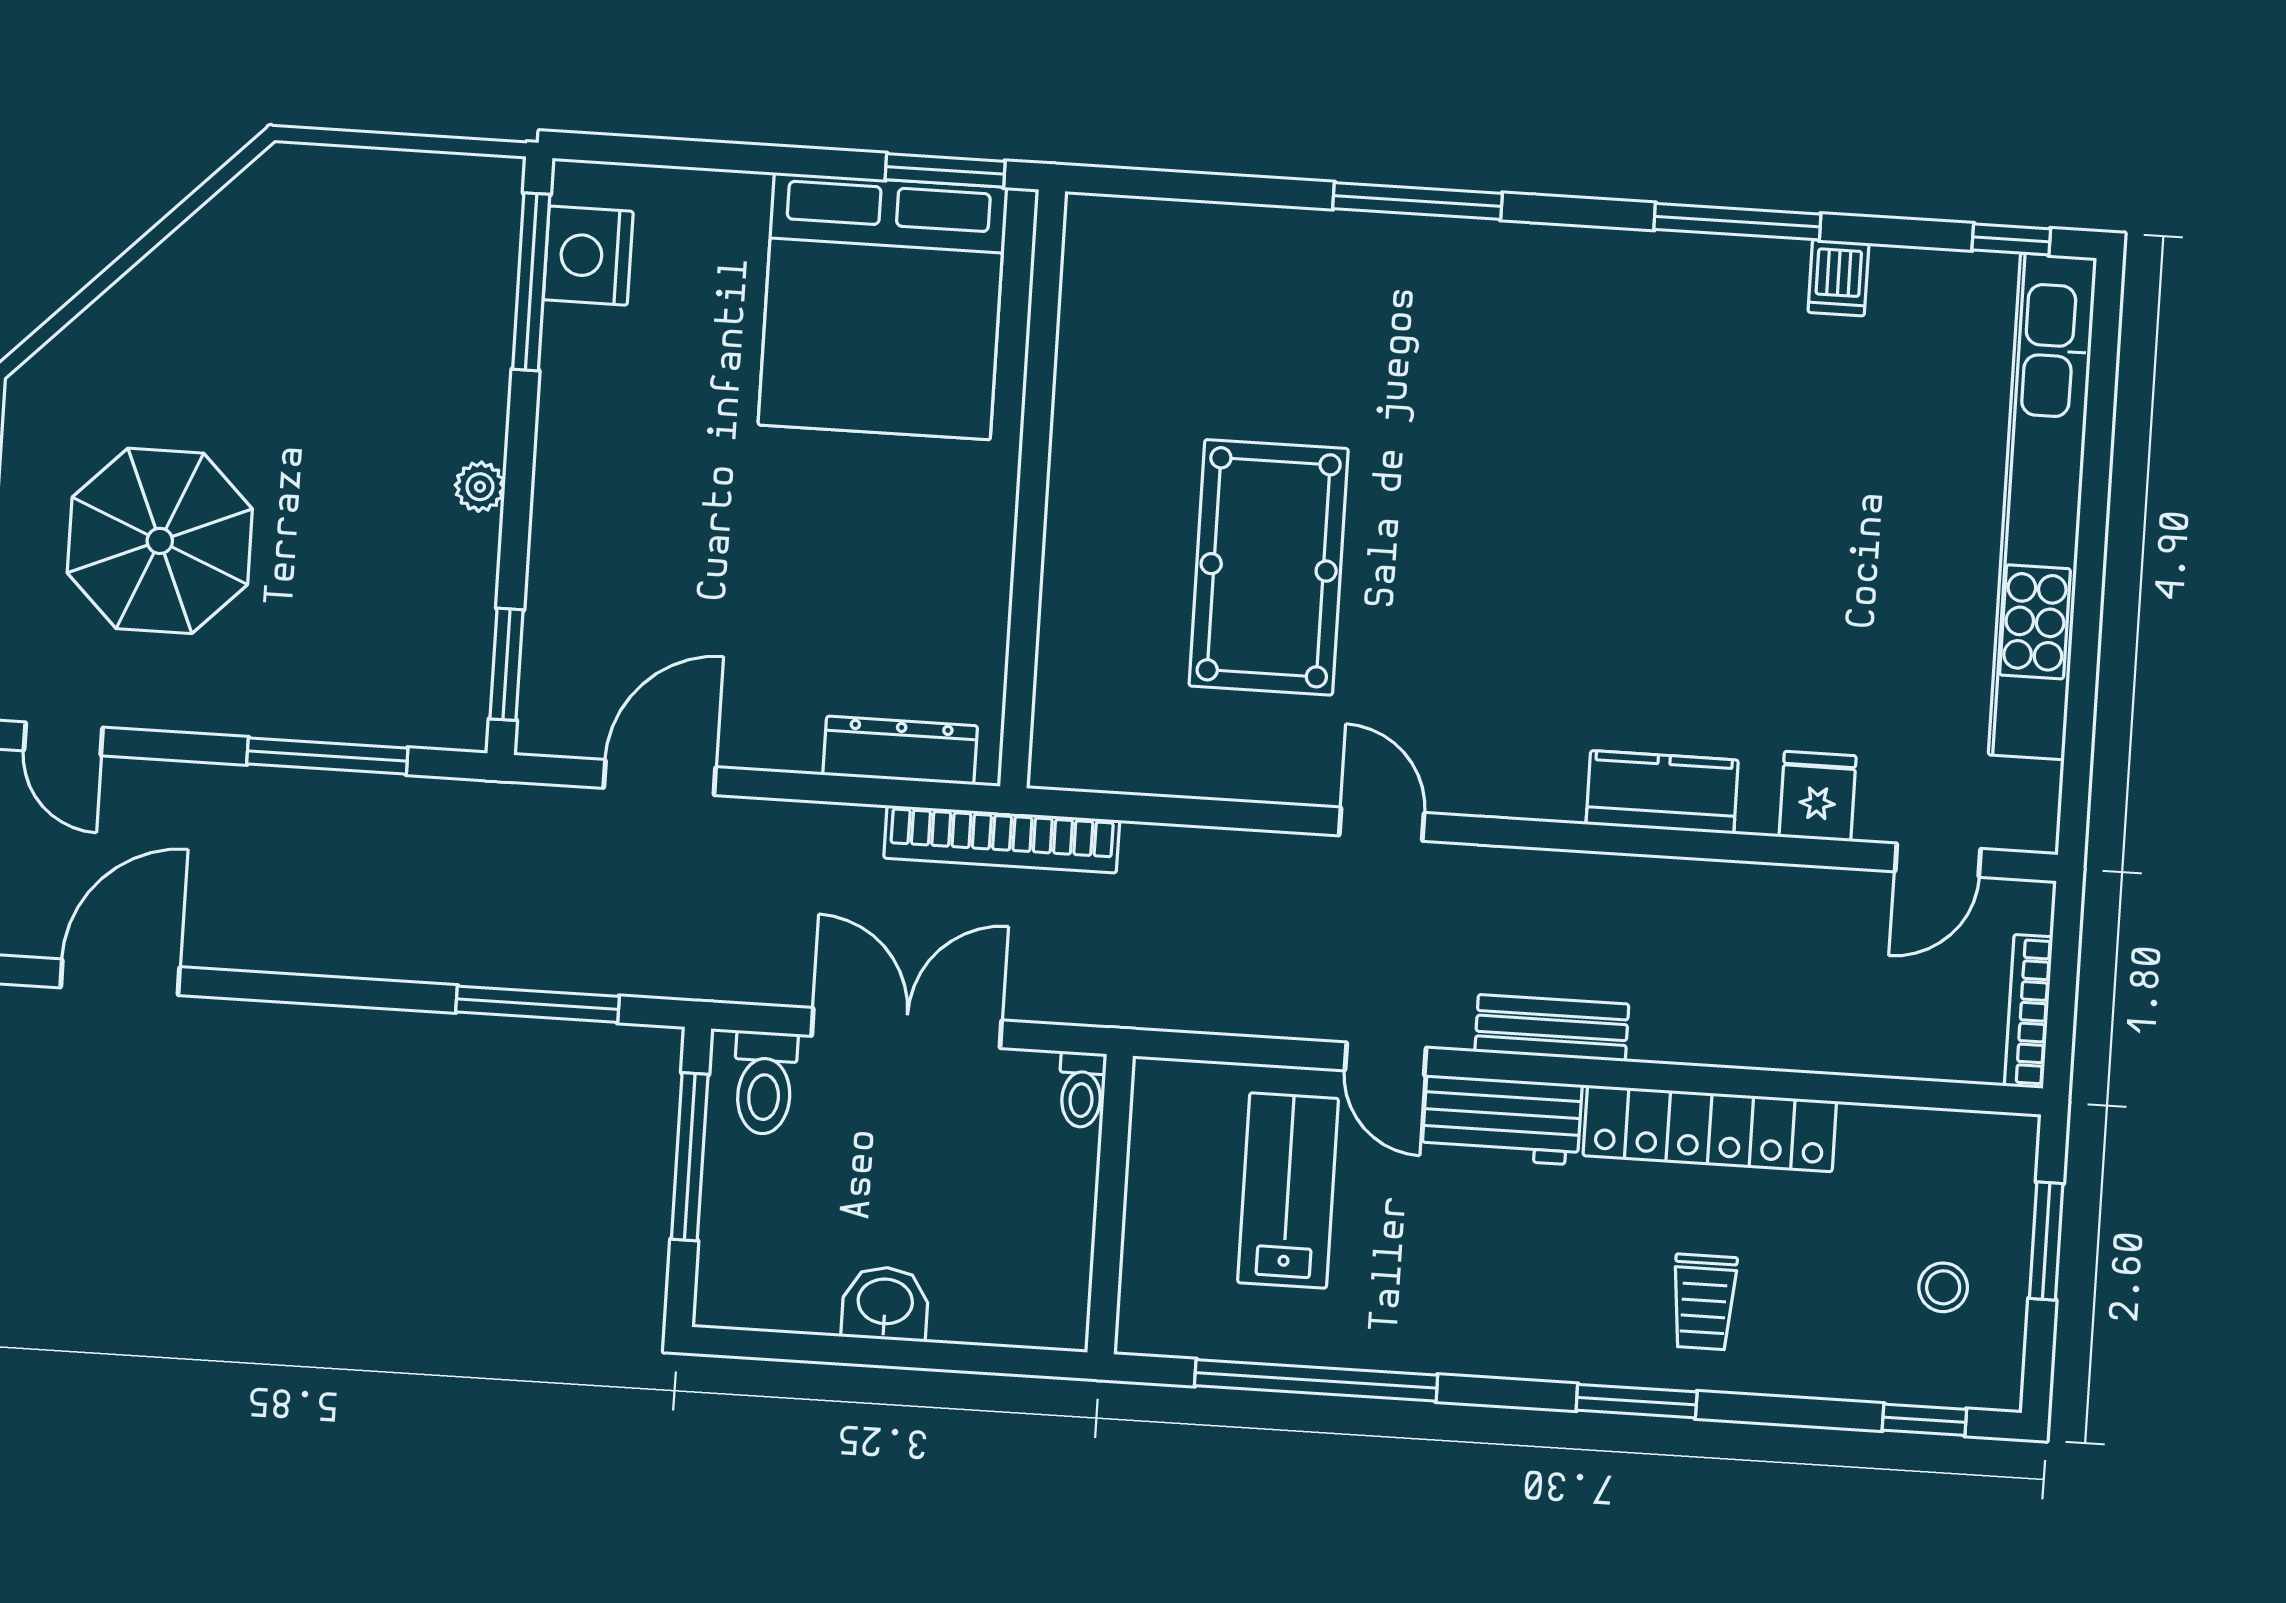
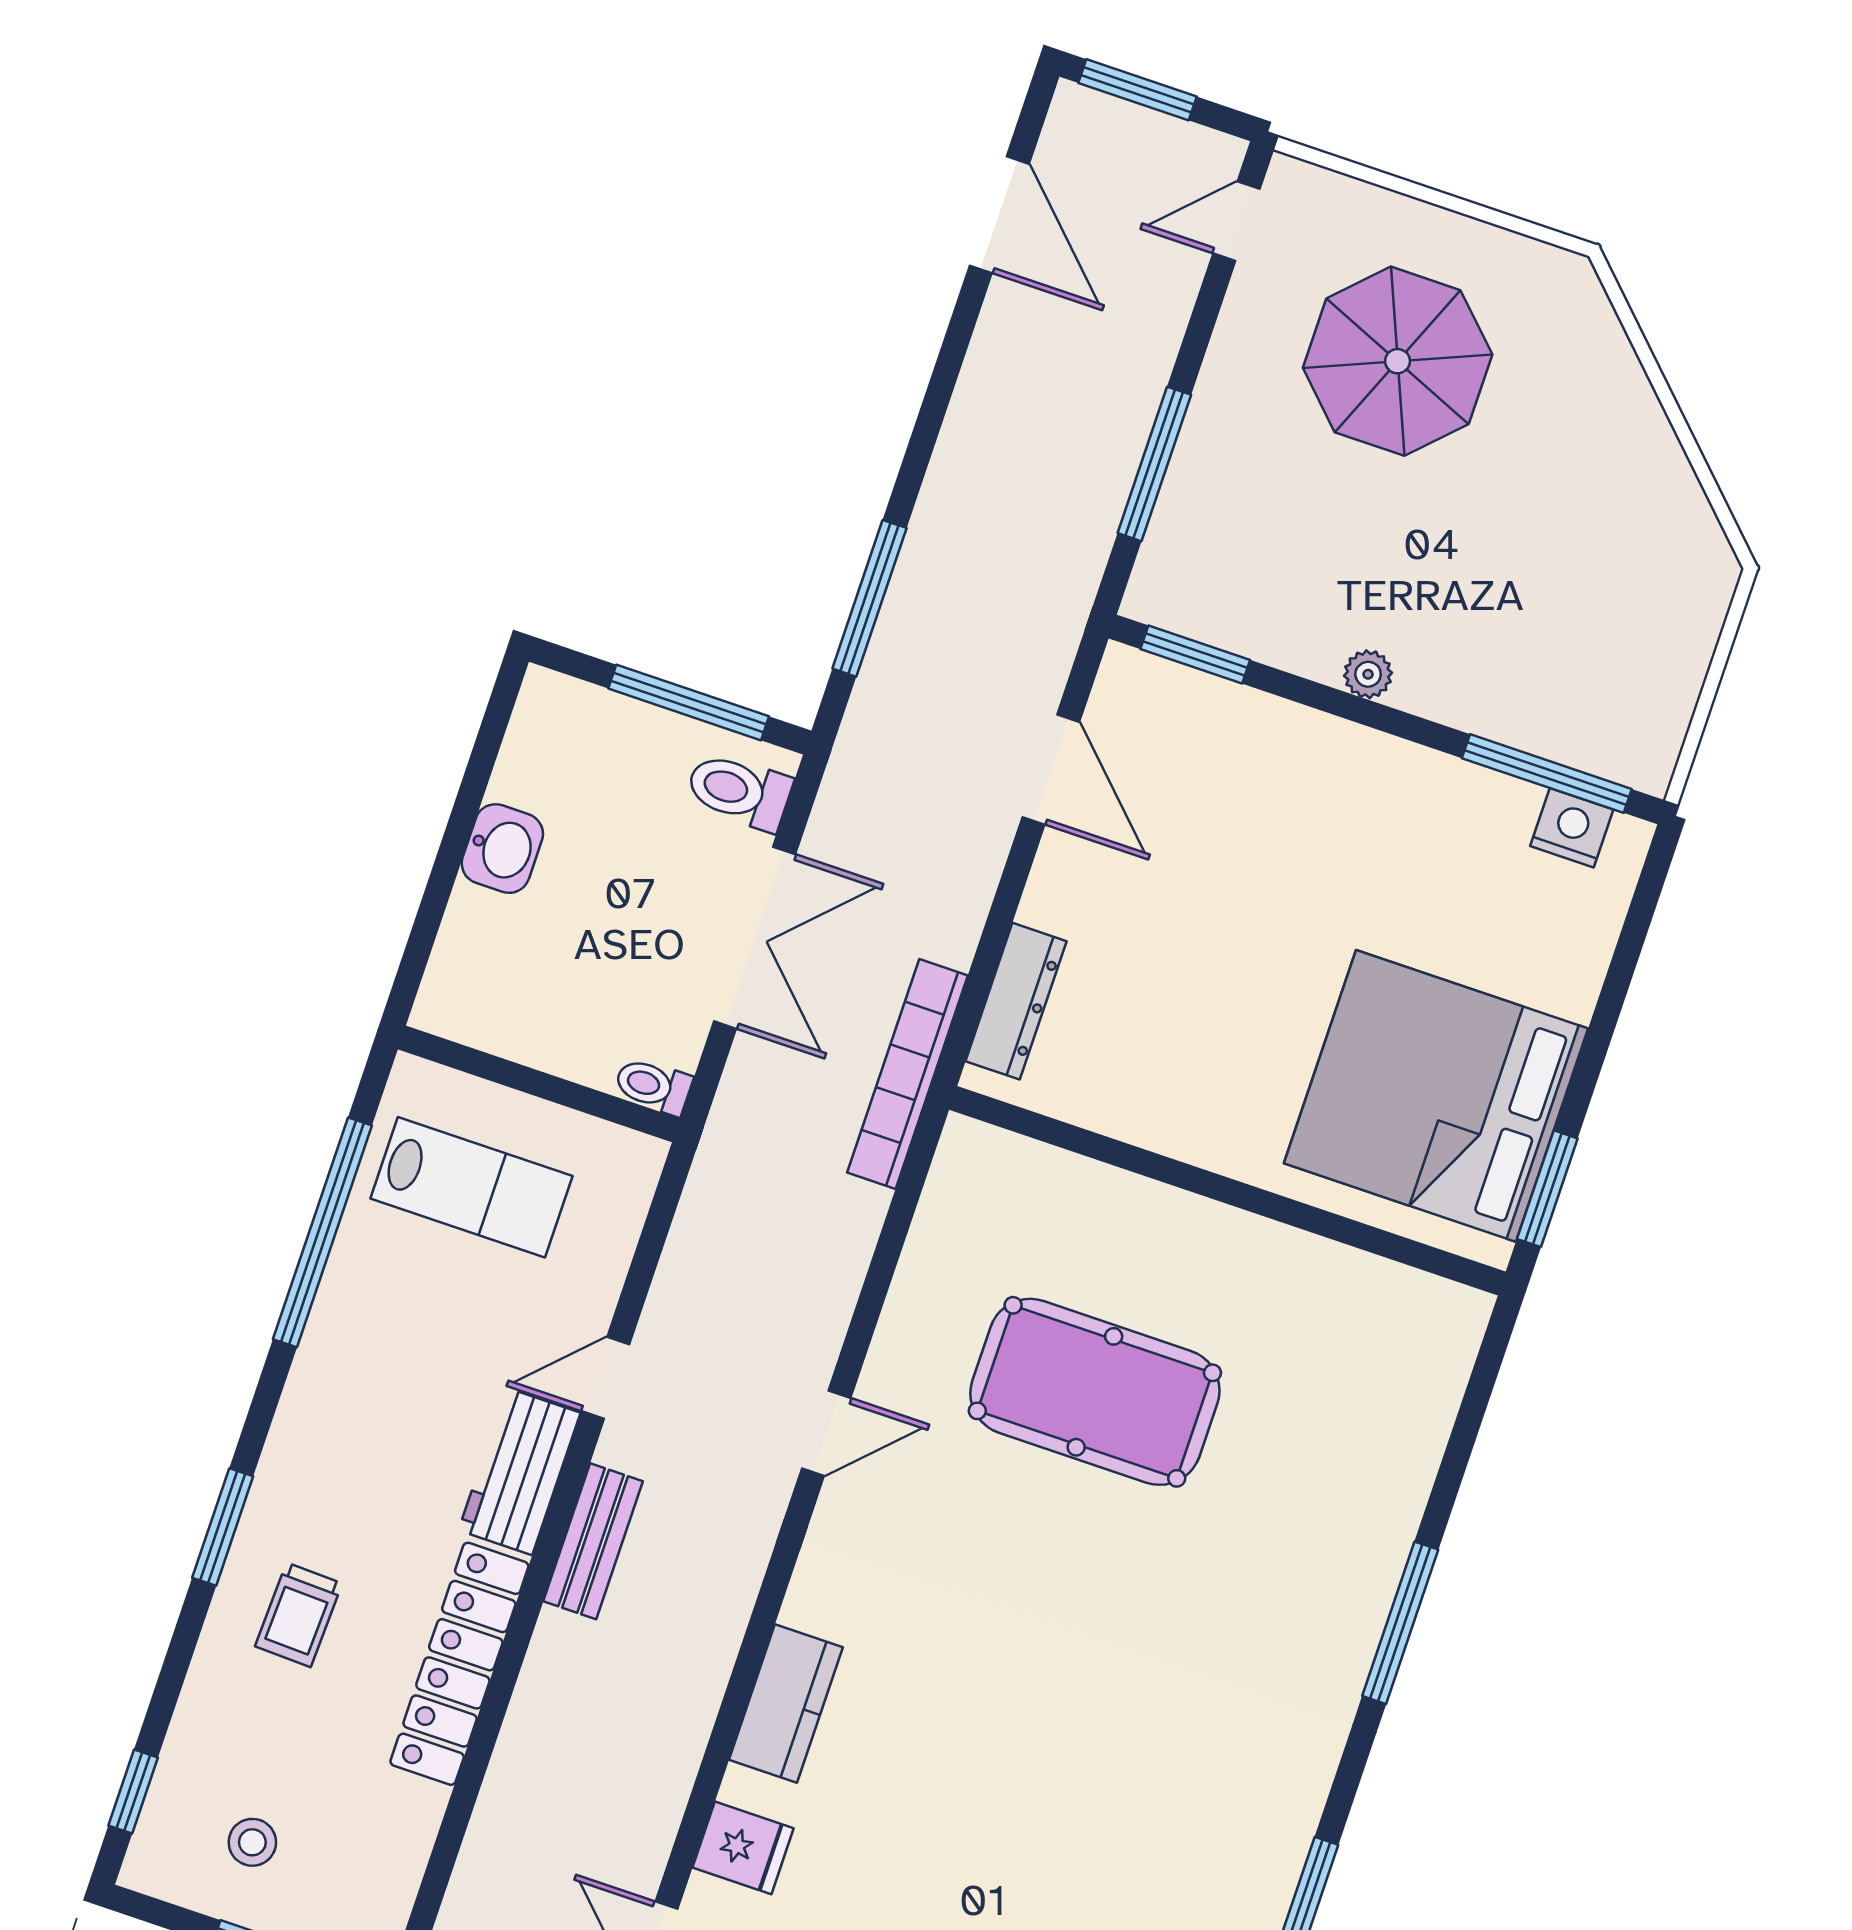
nightstand: (588, 256) -> (1572, 828), width x0.74, depth x0.75
lab bench: (1288, 1191) -> (471, 1187), moved
trolley: (1704, 1302) -> (299, 1615), turned -88

